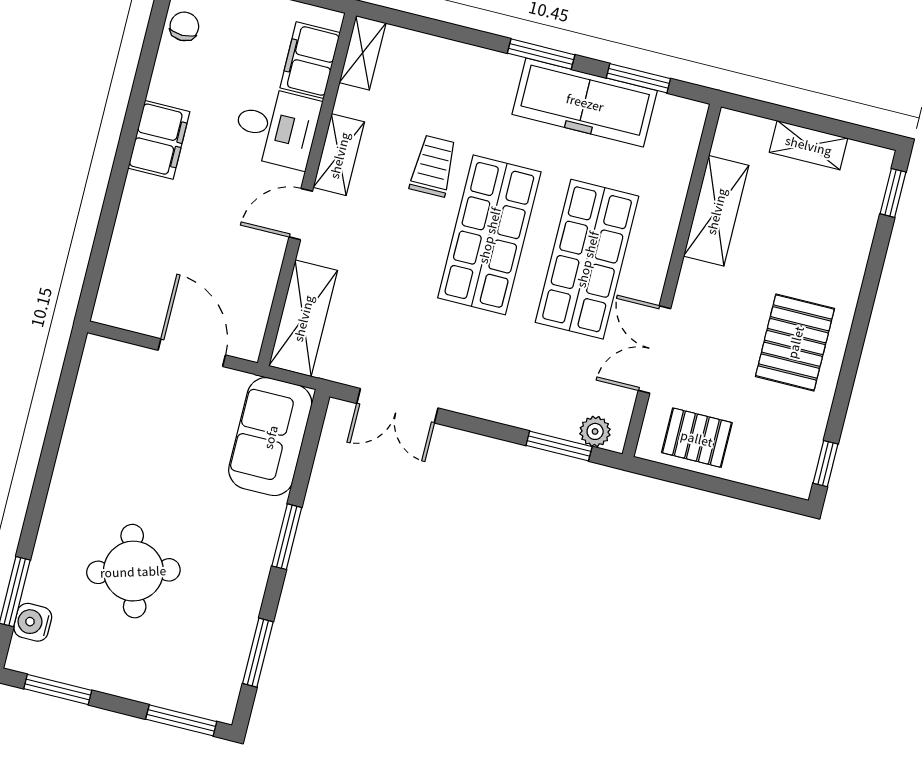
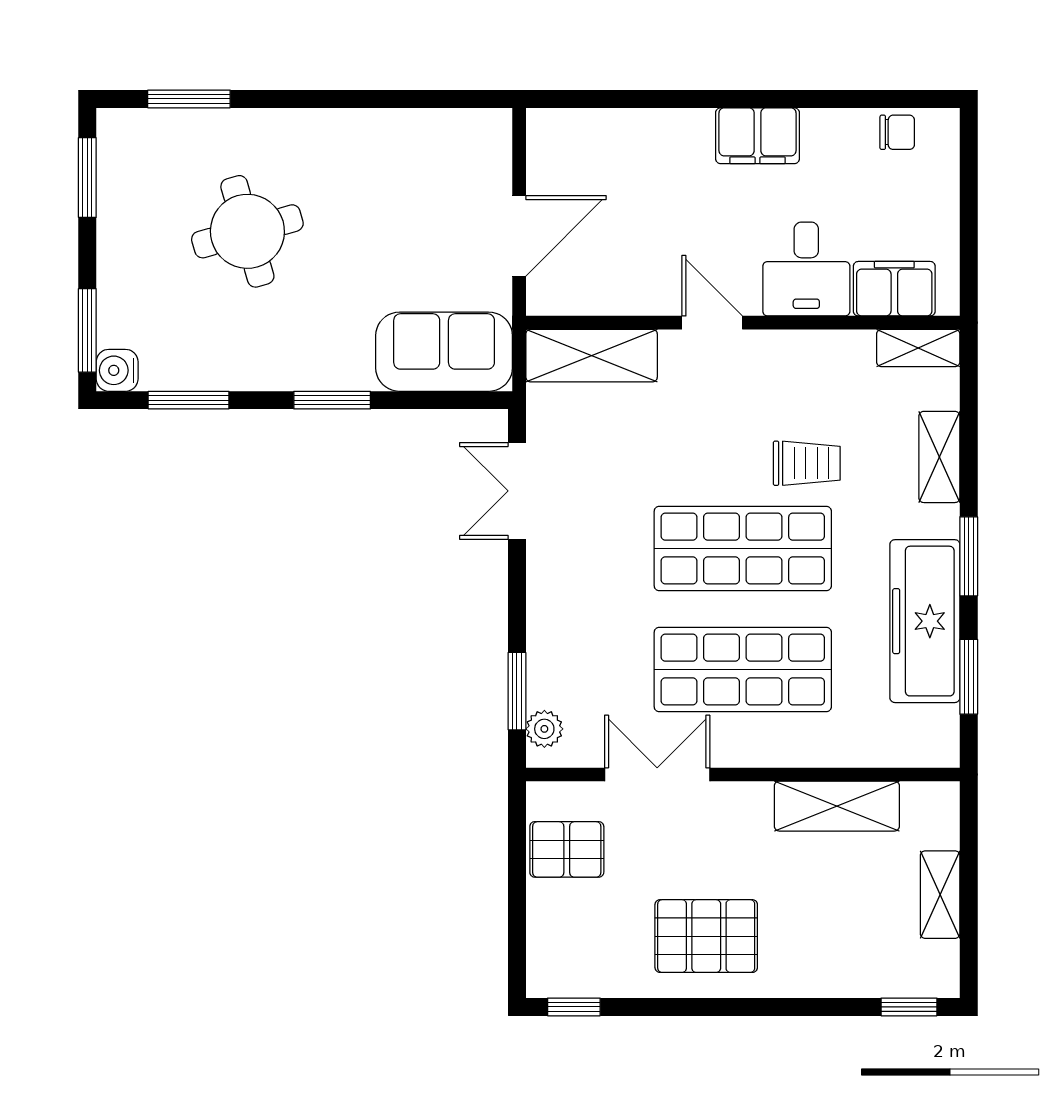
shelving: (339, 155) -> (939, 457), moved, turned 90
pallet: (697, 438) -> (567, 849), turned 90
water cooler: (33, 622) -> (117, 370), moved, turned -90

